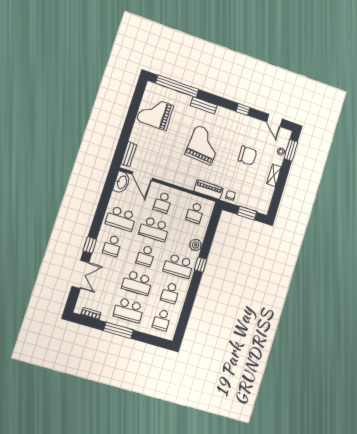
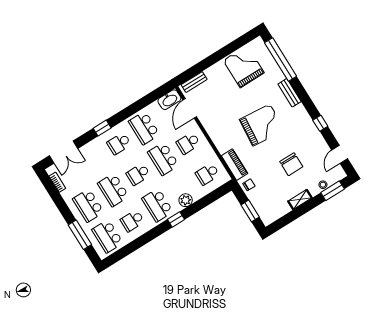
double door: (80, 274) -> (64, 152), moved
school desk: (162, 320) -> (107, 236), width x1.85
window: (118, 330) -> (80, 235), moved

